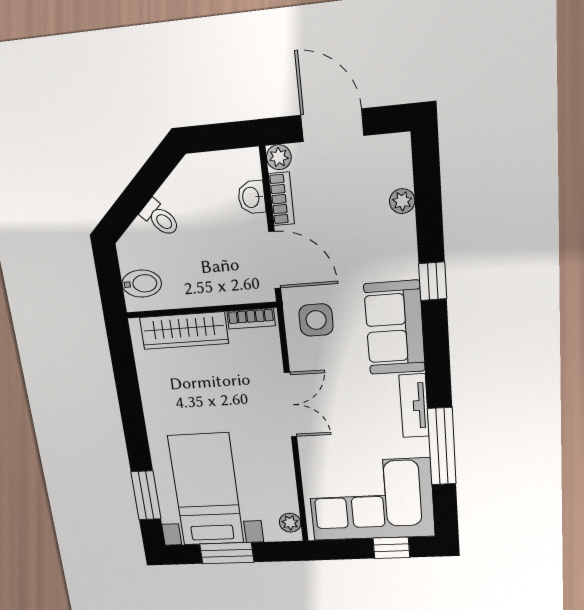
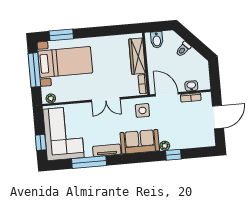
plant: (279, 157) -> (206, 97), removed
plant: (402, 201) -> (165, 146), moved
door: (275, 260) -> (167, 94), swing flipped
window: (433, 281) -> (173, 155), moved
window: (227, 553) -> (34, 70), width x1.44

